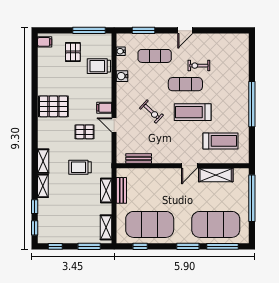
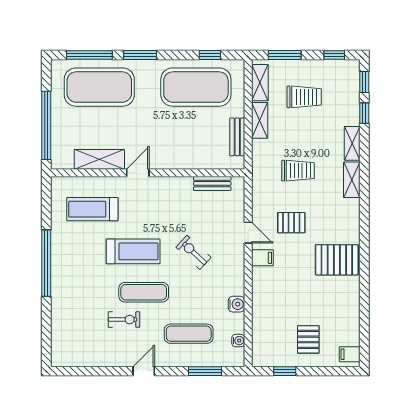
window: (89, 30) -> (285, 371), width x0.46
trolley: (99, 66) -> (304, 97), moved
shelving: (106, 190) -> (260, 120), moved

